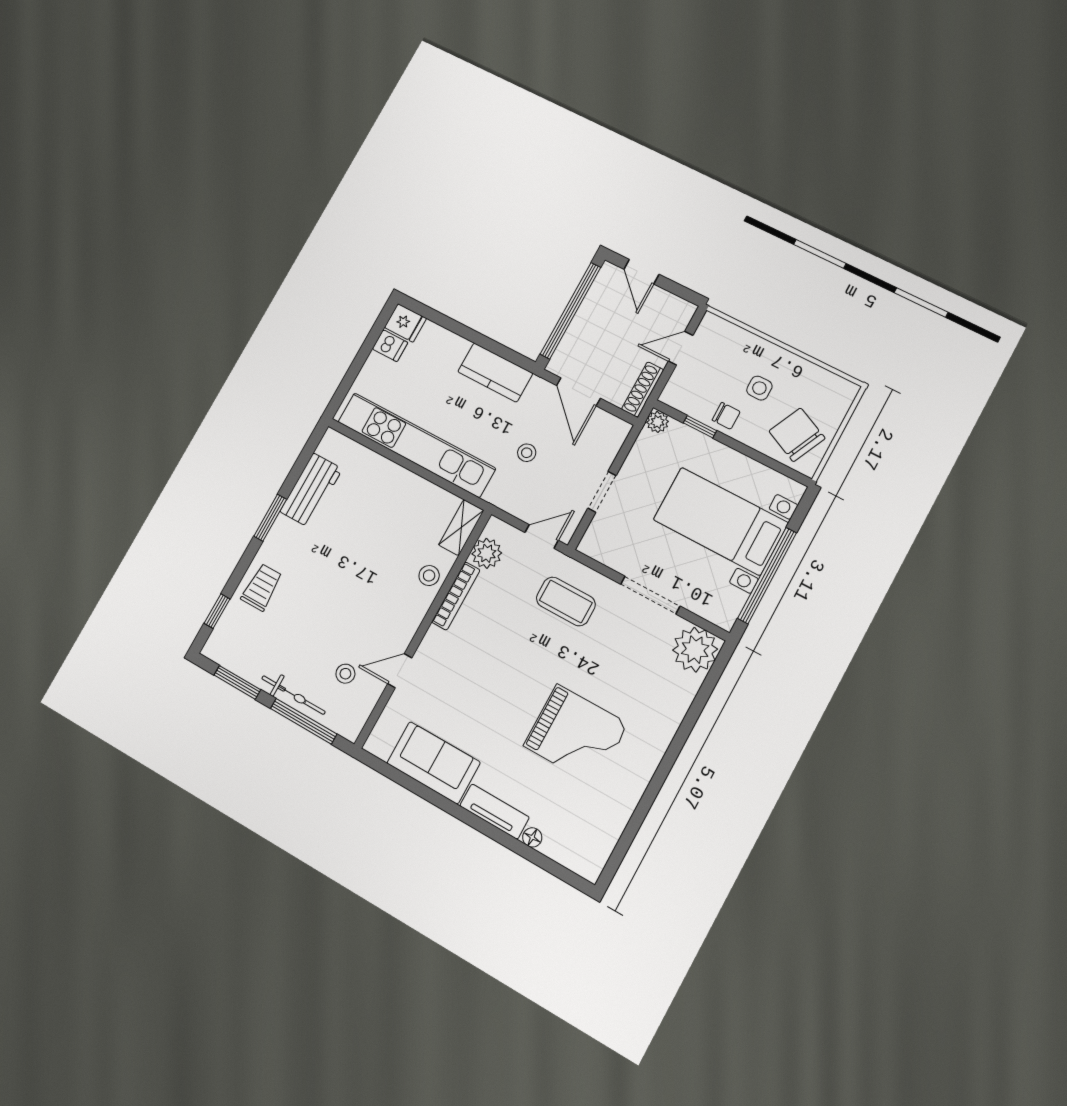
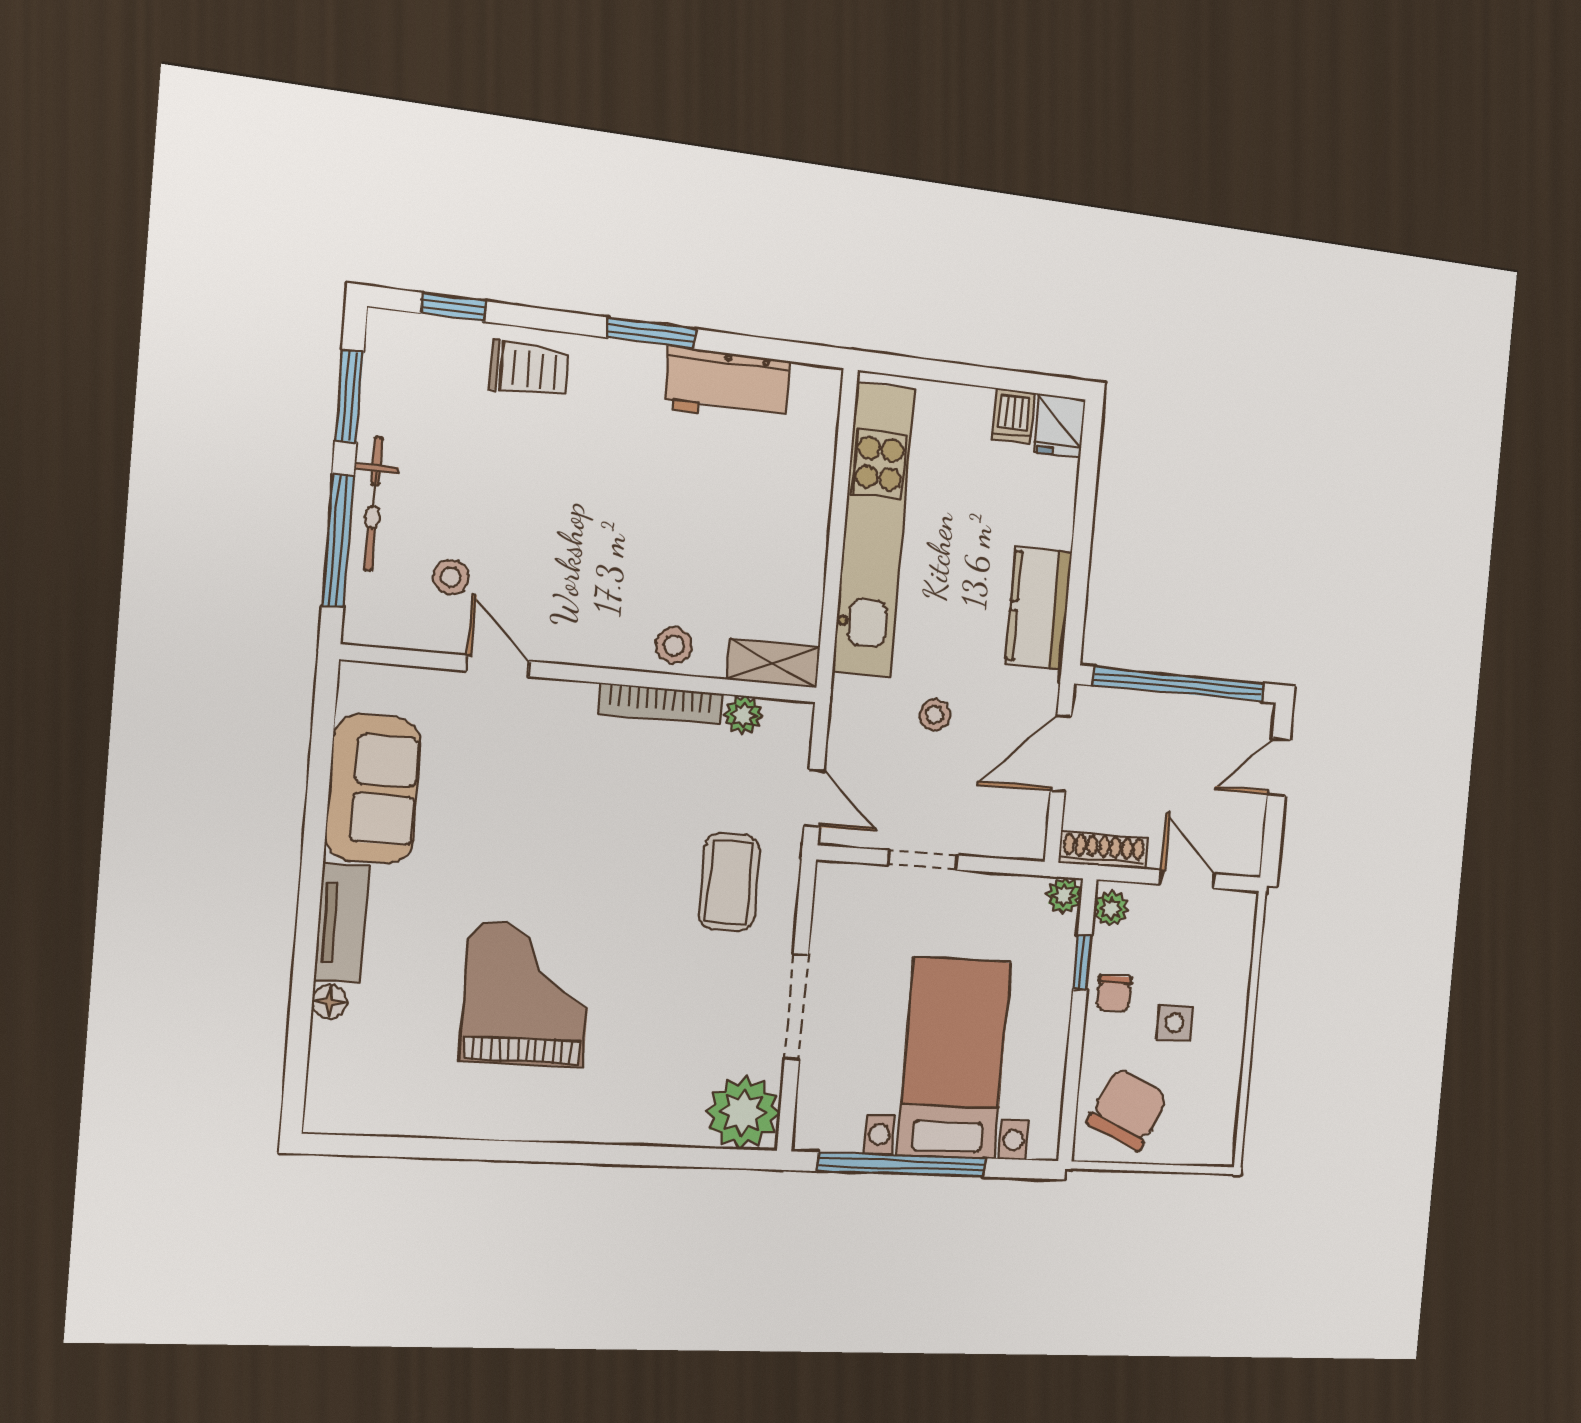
plant: (677, 398) -> (1111, 908), added
plant: (487, 553) -> (743, 715), width x0.73, depth x0.73
grand piano: (576, 735) -> (527, 994), turned 180

